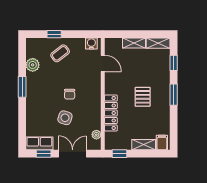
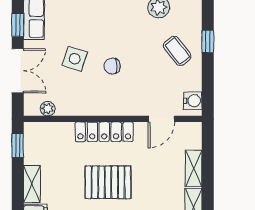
pallet: (143, 97) -> (108, 182), width x1.50, depth x1.42
locker: (111, 113) -> (104, 132), moved

